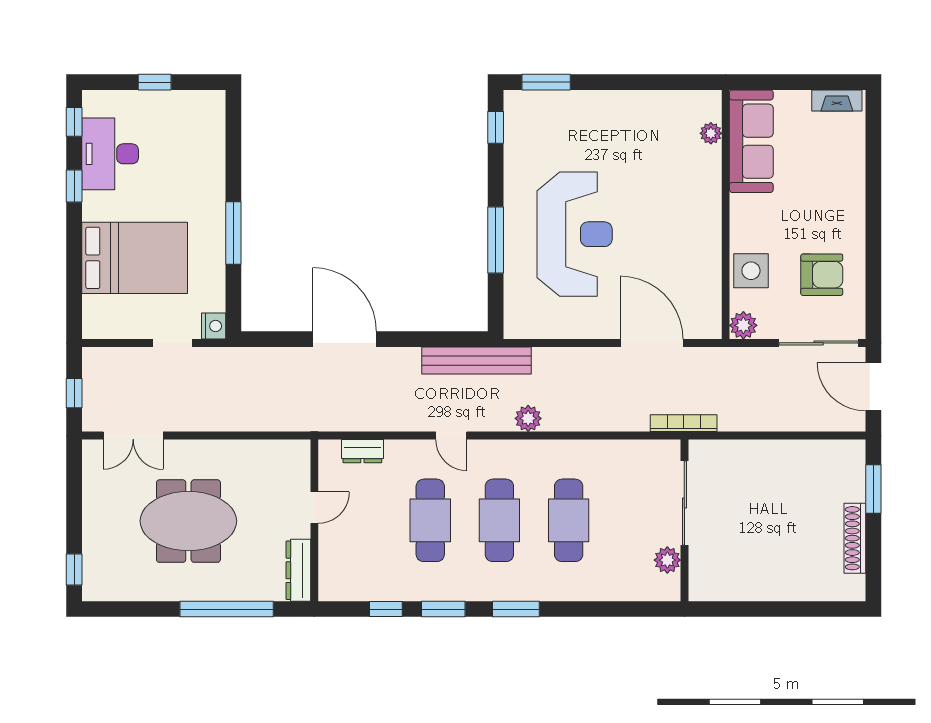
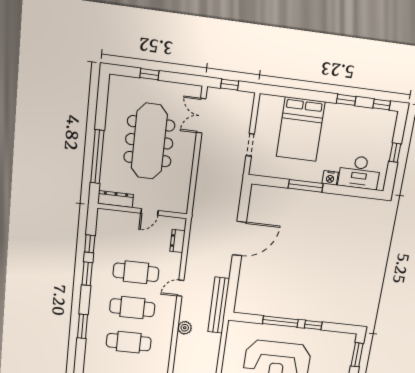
window: (496, 127) -> (313, 325), moved
desk: (110, 154) -> (359, 172), moved, turned 180
nightstand: (214, 326) -> (330, 178), moved
door: (314, 508) -> (149, 212), hinge flipped
meeting table: (188, 521) -> (149, 141), width x1.36
window: (74, 569) -> (149, 74), moved
window: (516, 609) -> (83, 326), moved

